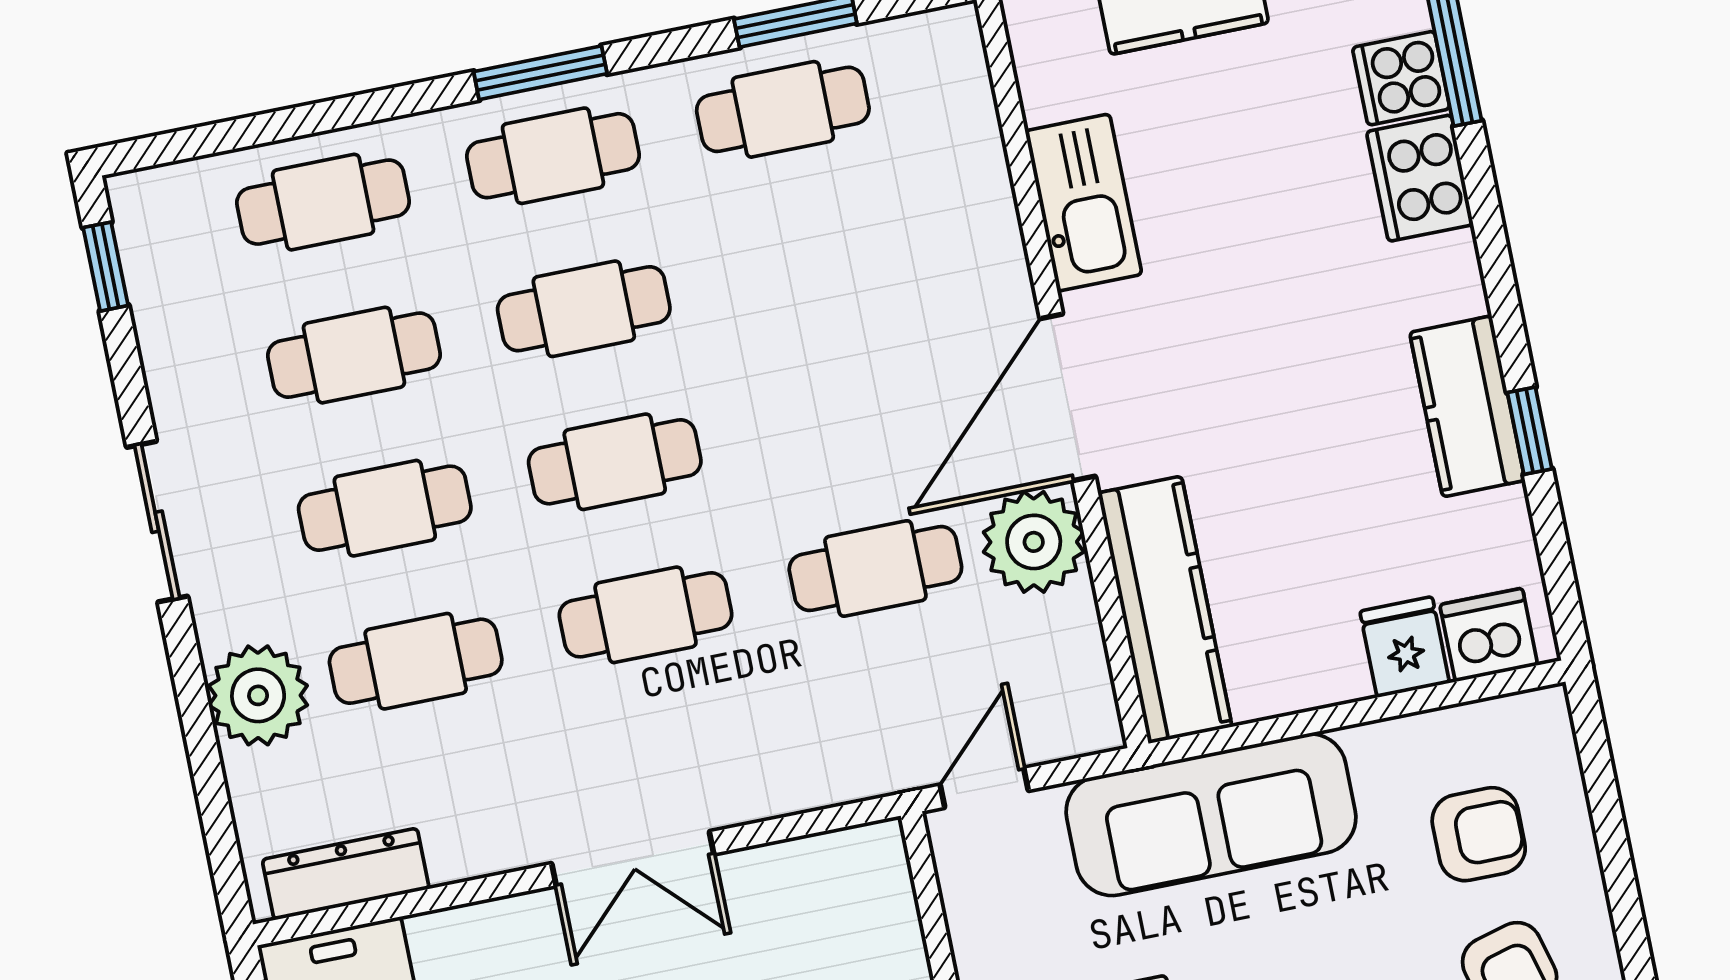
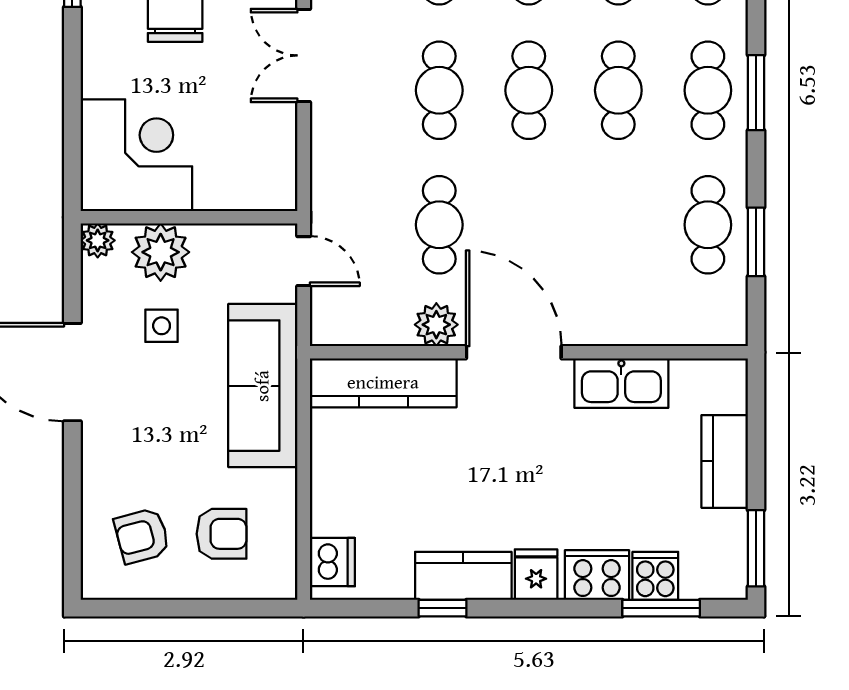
plant: (1034, 542) -> (436, 325), width x0.73, depth x0.73
fridge: (1405, 647) -> (536, 575), moved, turned -90
armchair: (1479, 834) -> (221, 534), turned -90

